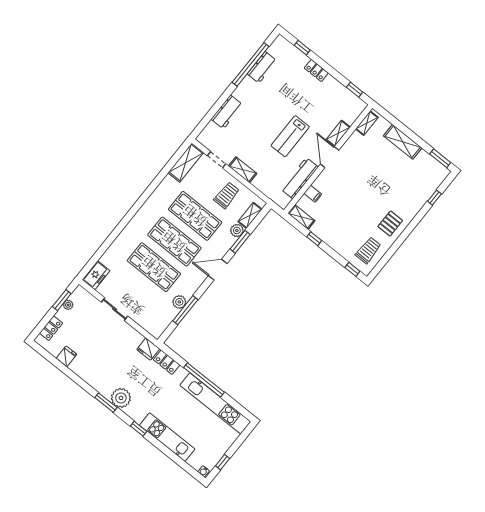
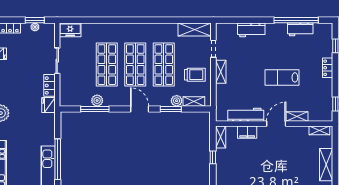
lab bench: (290, 136) -> (282, 77), moved
filing cabinet: (313, 194) -> (247, 132), width x2.00
locker: (167, 362) -> (49, 85), moved

